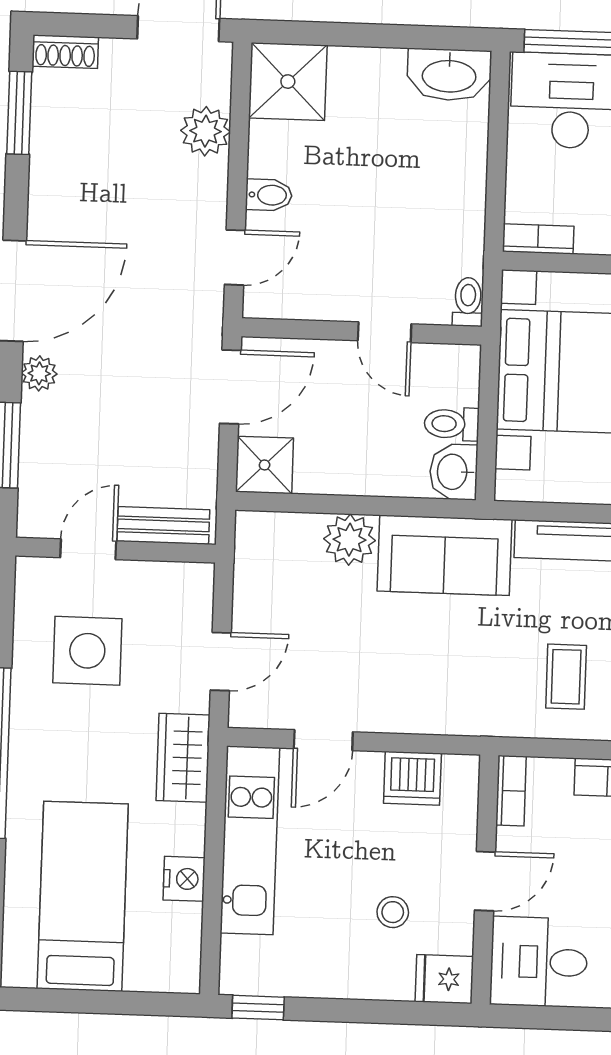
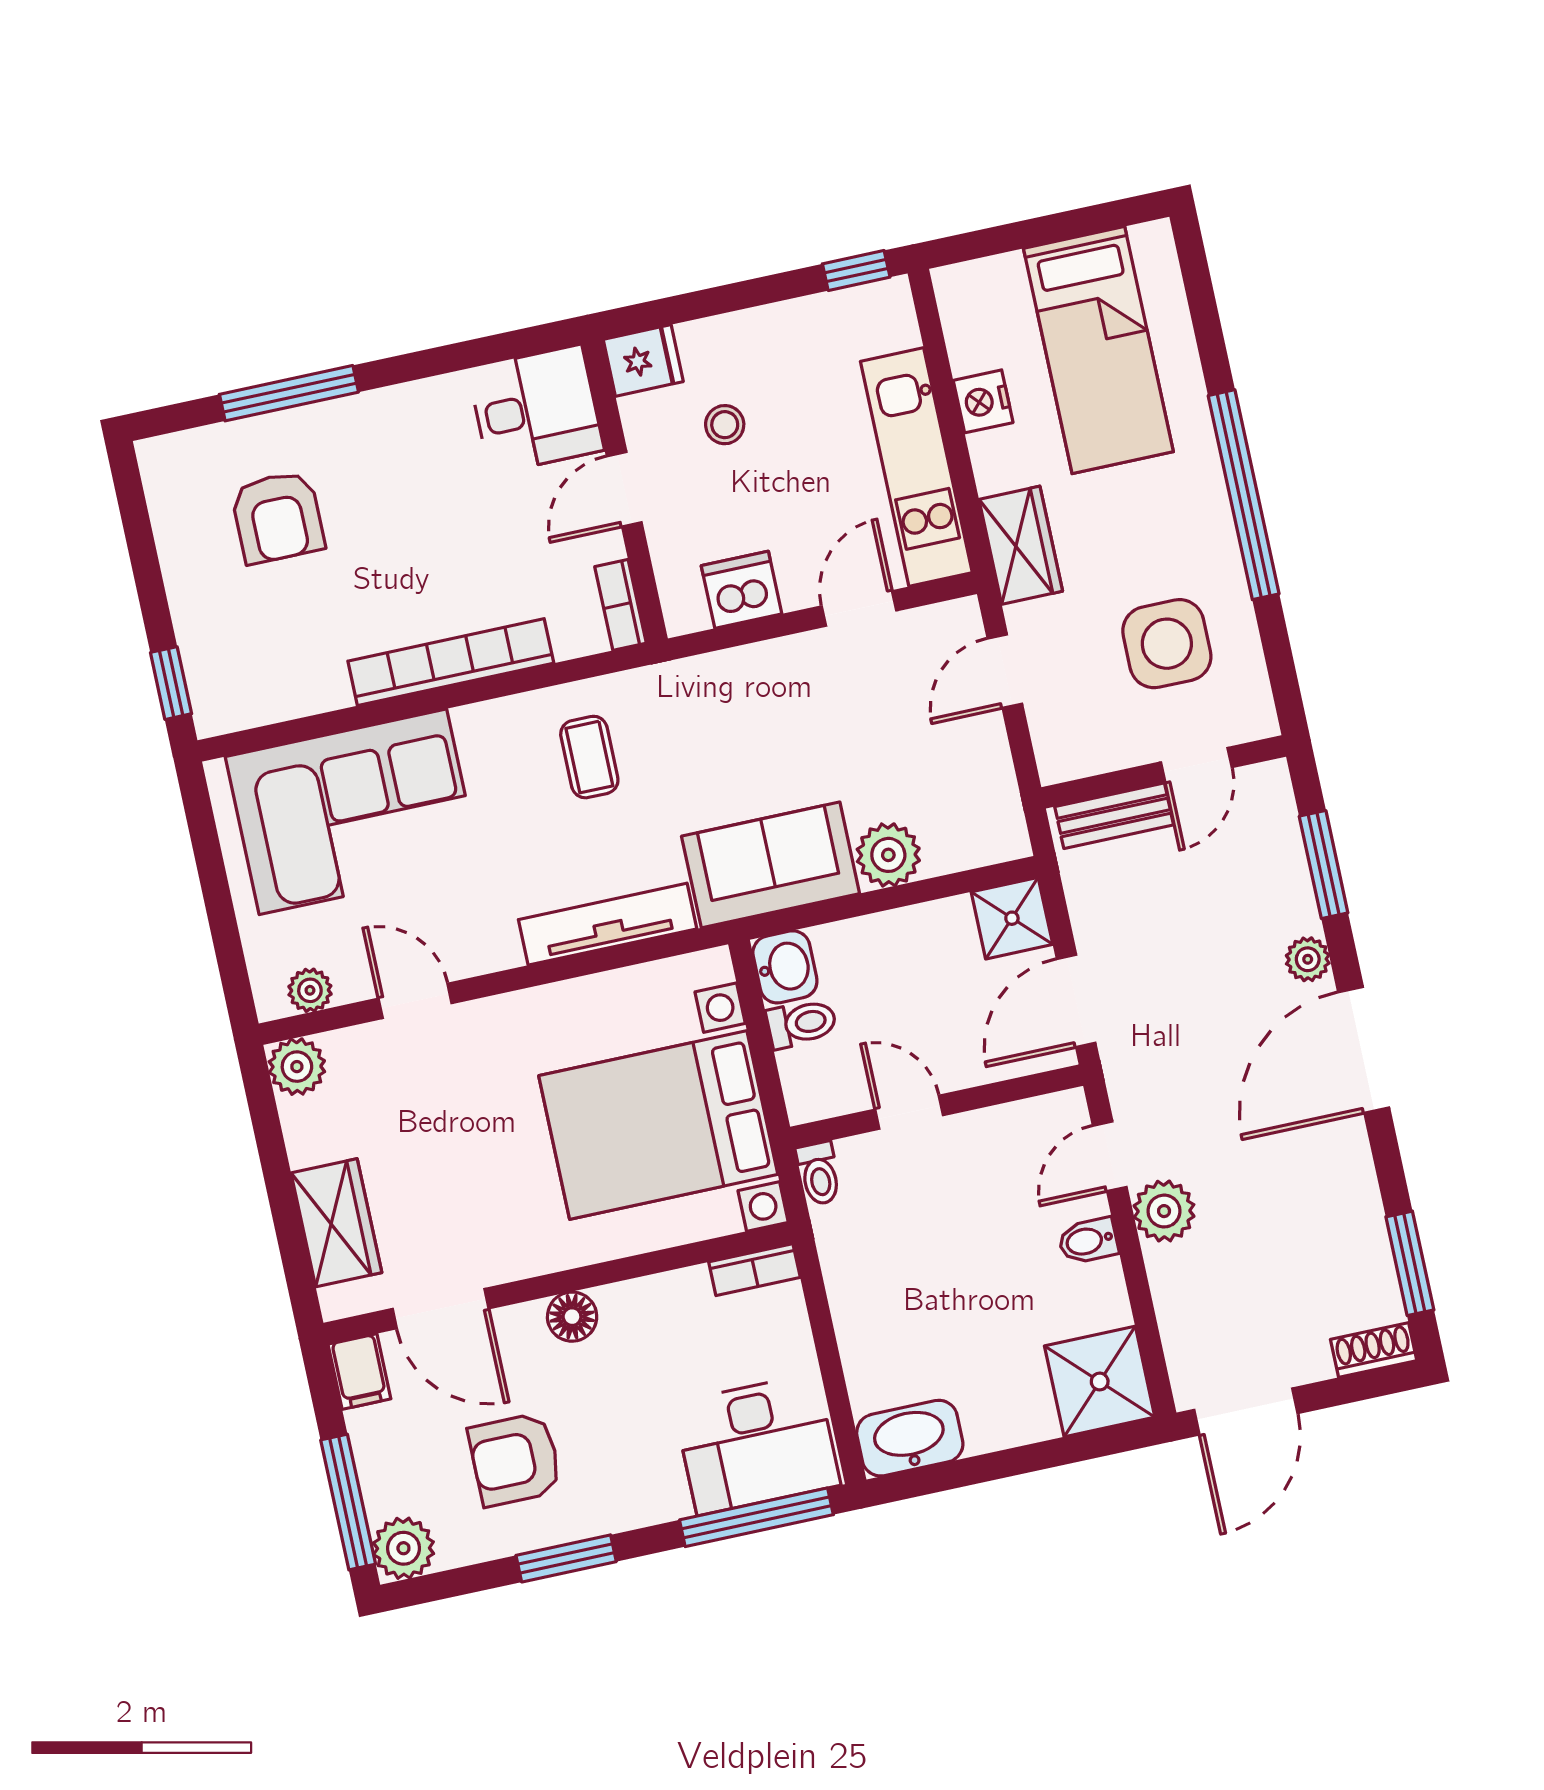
plant: (205, 131) -> (1164, 1211), moved

